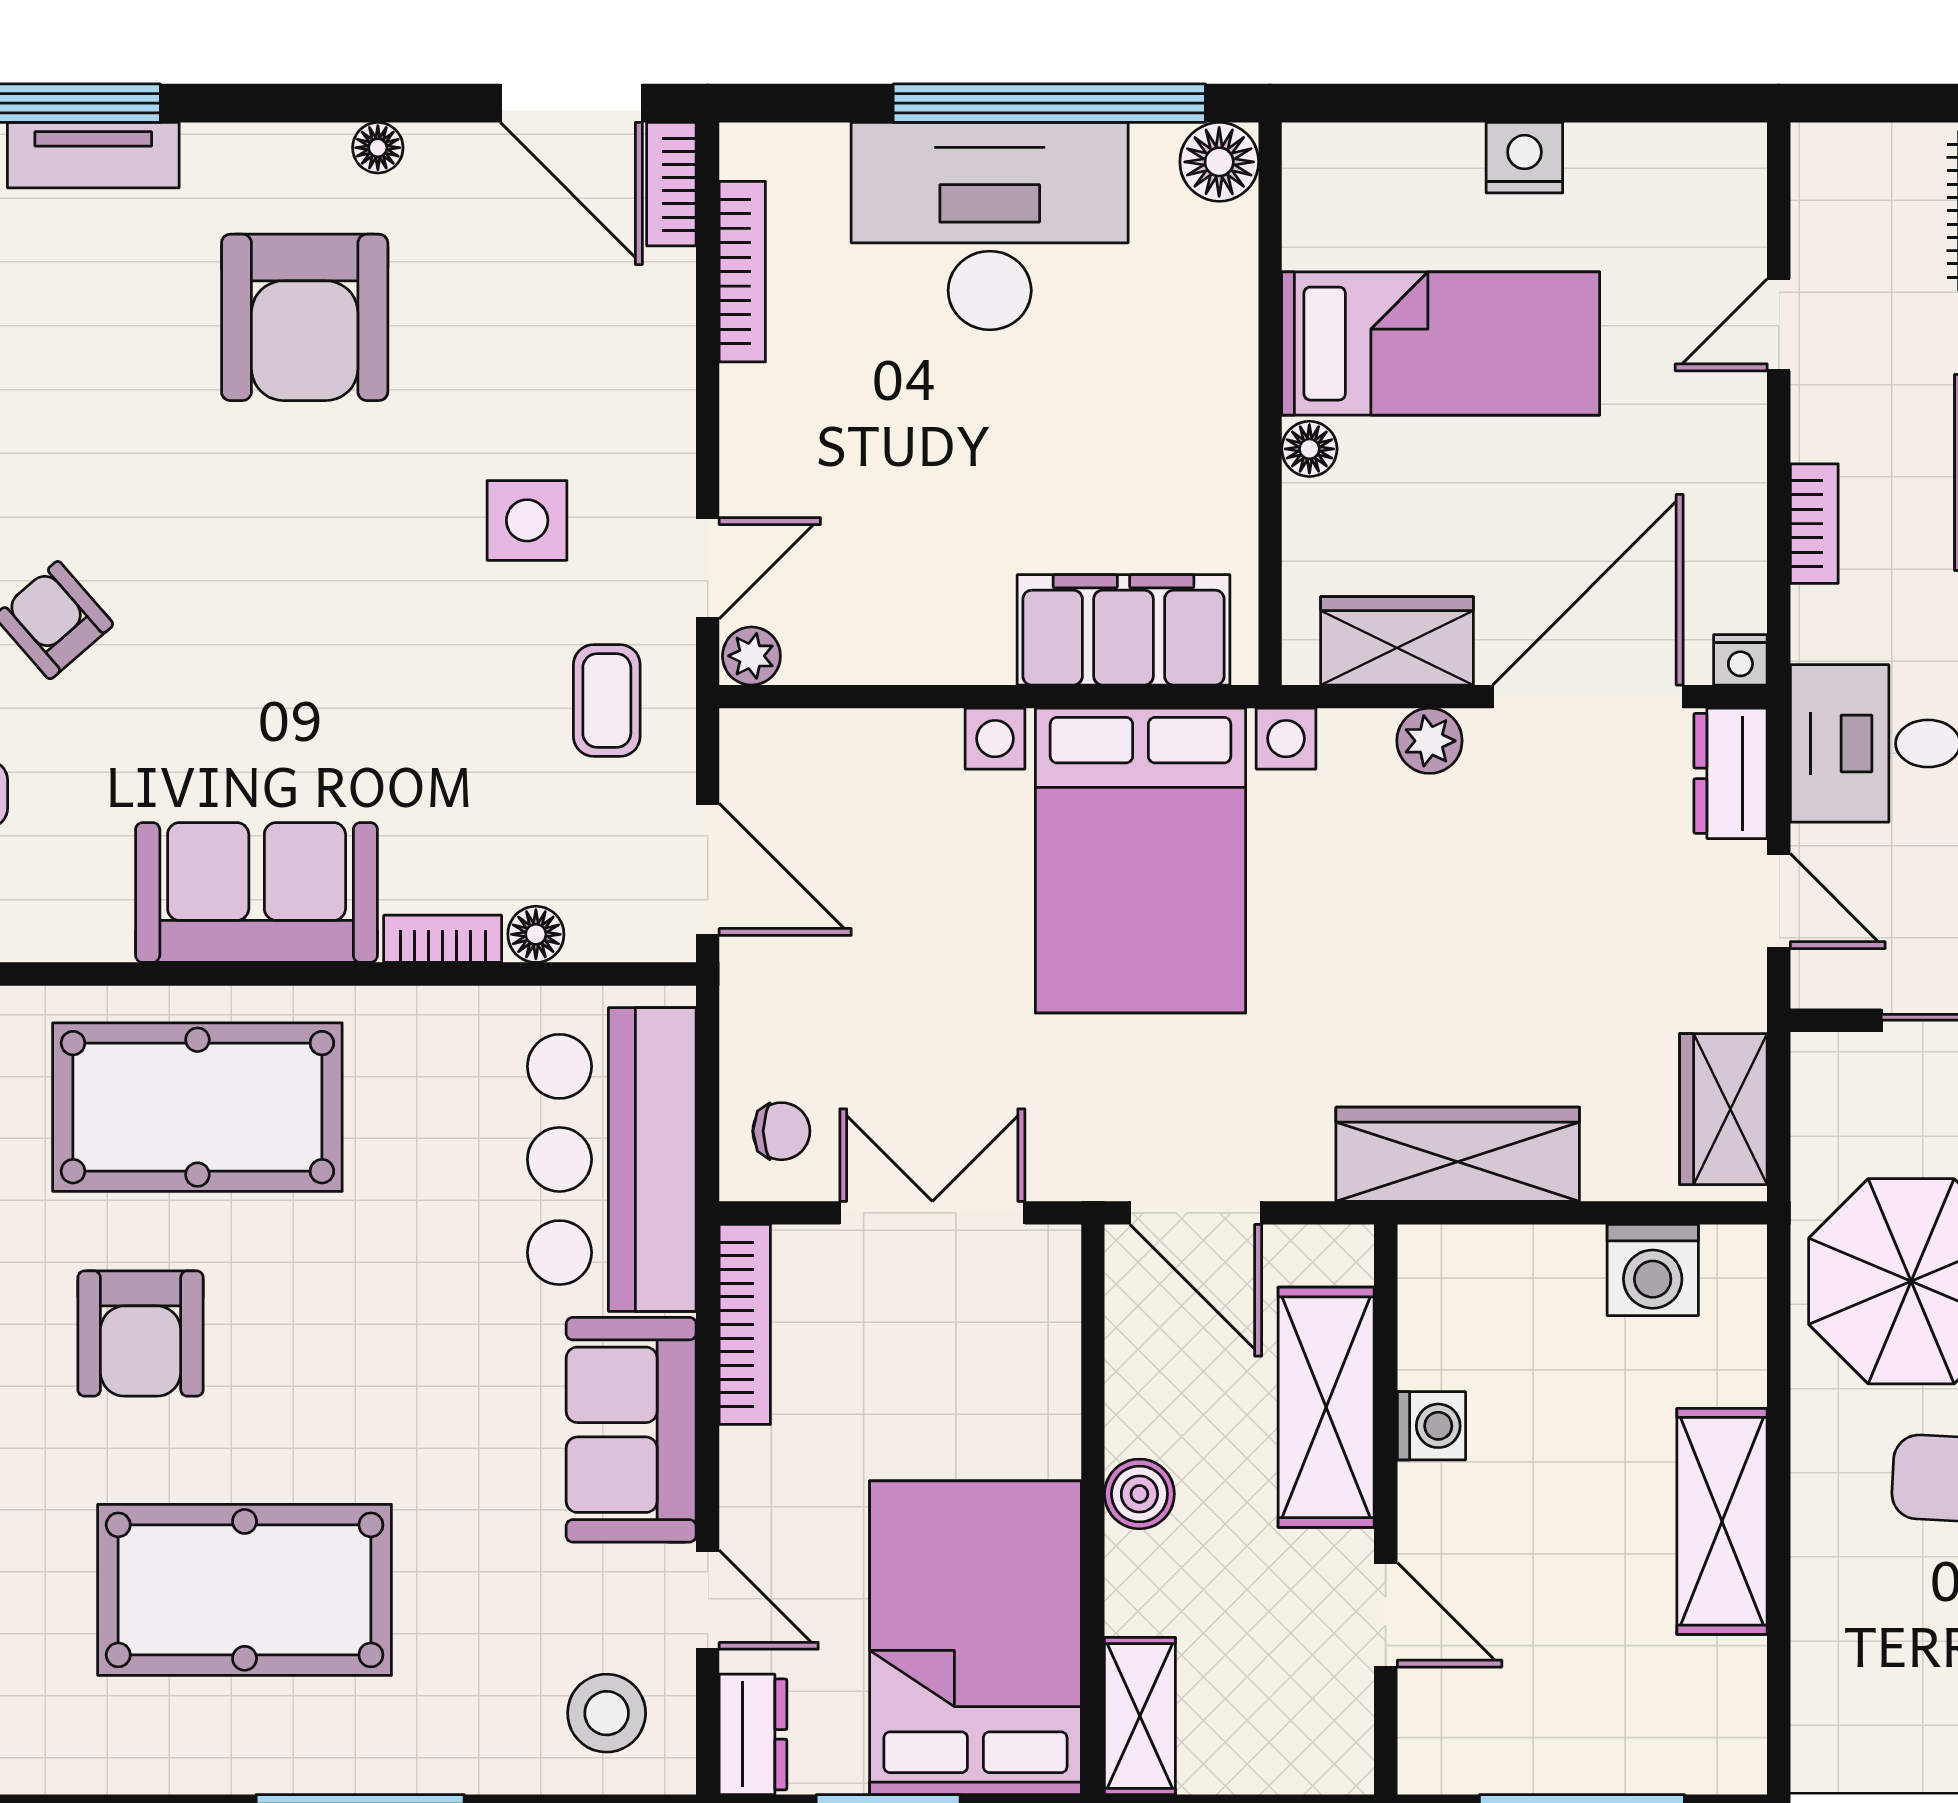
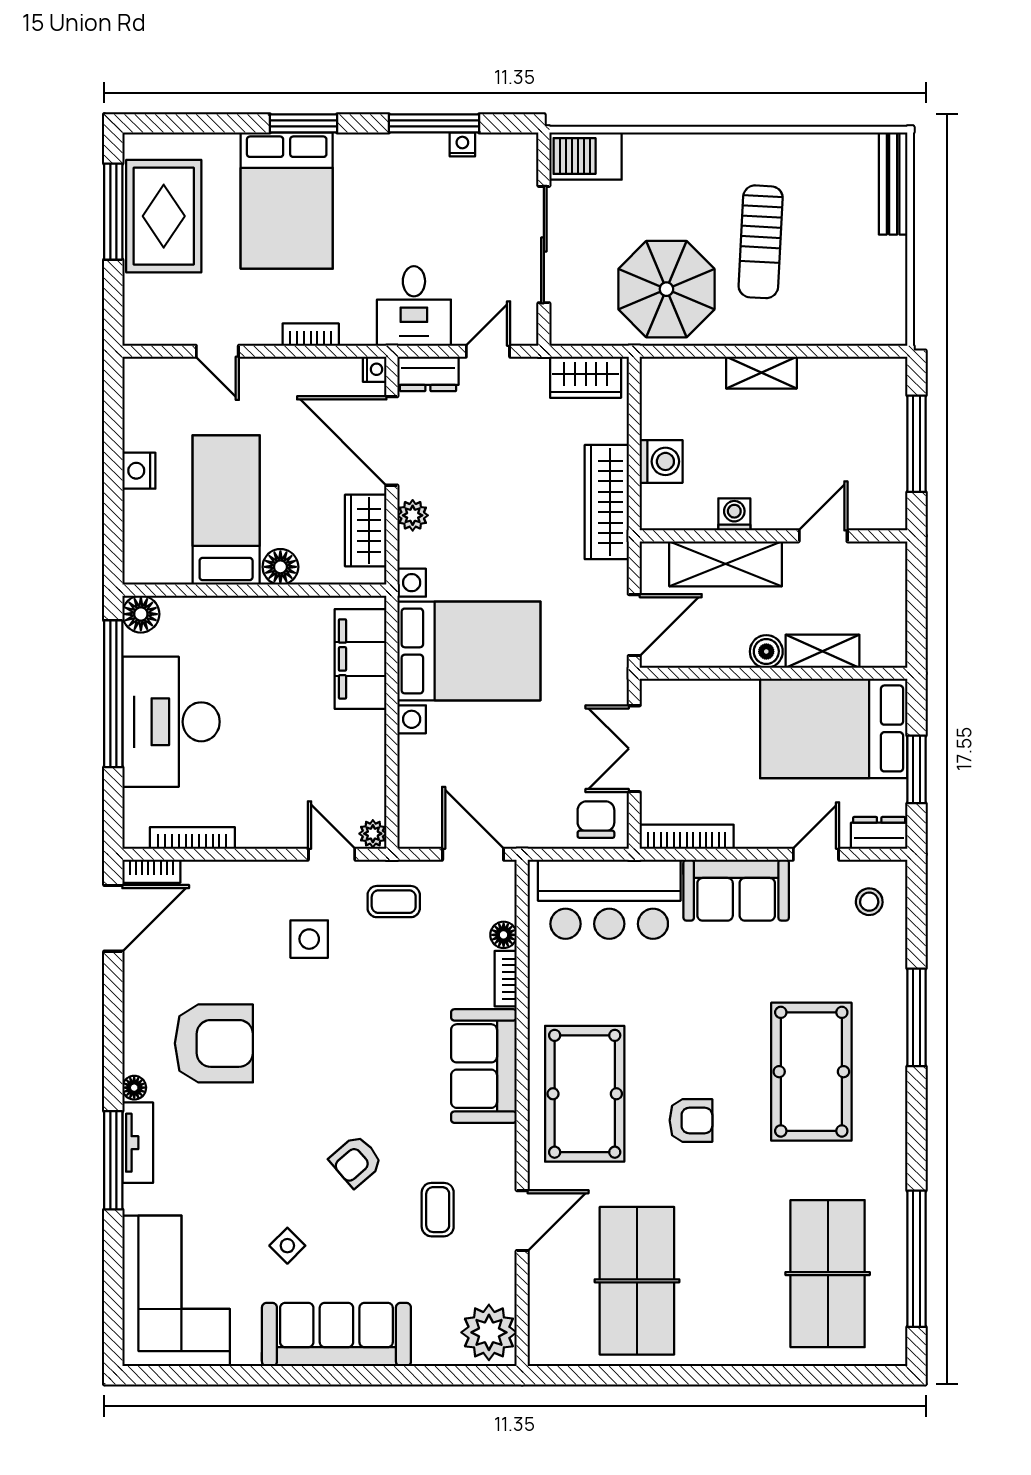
floor lamp: (378, 148) -> (134, 1088), moved
floor lamp: (1309, 449) -> (280, 567), width x1.37, depth x1.37
door: (708, 869) -> (473, 854), hinge flipped
chair: (781, 1131) -> (596, 820), width x1.37, depth x1.37
washing machine: (1653, 1270) -> (661, 461), moved
armchair: (141, 1334) -> (691, 1120), width x0.72, depth x0.72
shelving: (1722, 1521) -> (761, 373), width x0.67, depth x0.75
stool: (607, 1713) -> (869, 902), width x0.73, depth x0.73
shelving: (1140, 1716) -> (823, 651), moved

